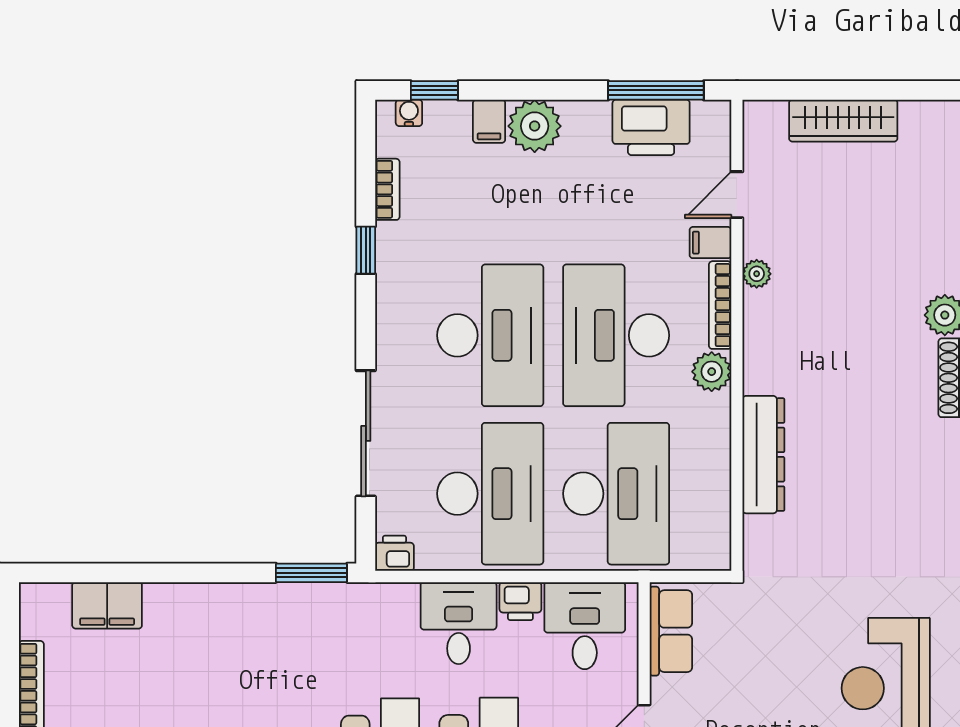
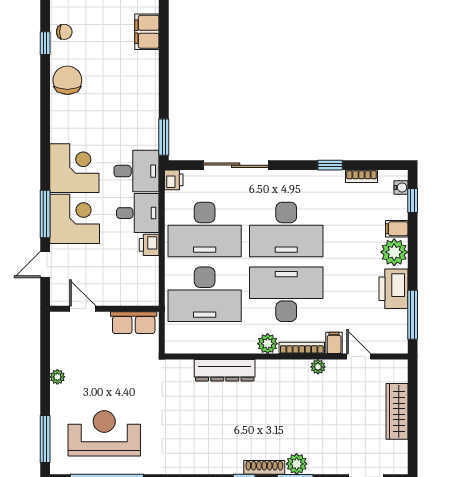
printer: (651, 127) -> (393, 289), moved
desk: (585, 626) -> (136, 171), moved

